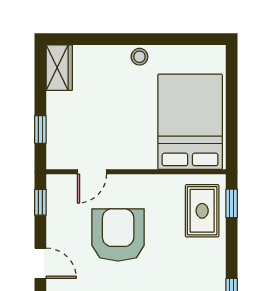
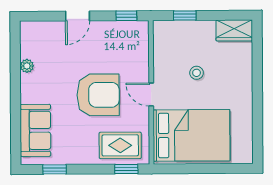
stool: (139, 57) -> (197, 73), moved
door: (92, 172) -> (151, 95), moved
armchair: (118, 235) -> (98, 95), moved

